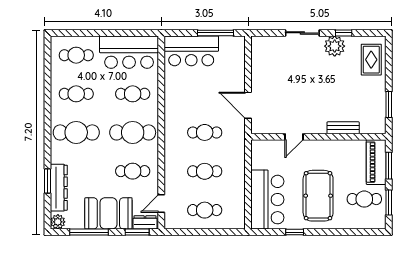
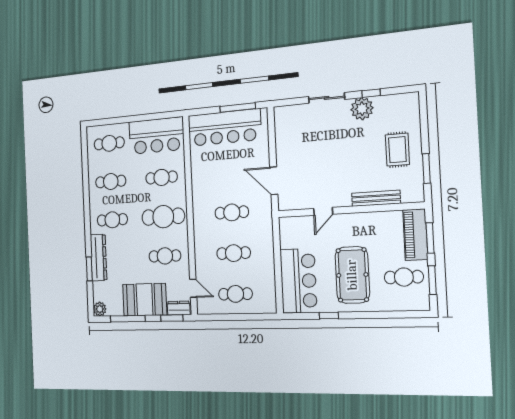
bar counter: (191, 51) -> (224, 128), width x1.36
rug: (371, 60) -> (397, 150), moved
bench: (343, 128) -> (376, 198), width x1.36
cafe table: (76, 132) -> (112, 220), width x0.73, depth x0.74
dresser: (59, 188) -> (99, 258), moved
door: (161, 204) -> (193, 288), swing flipped

